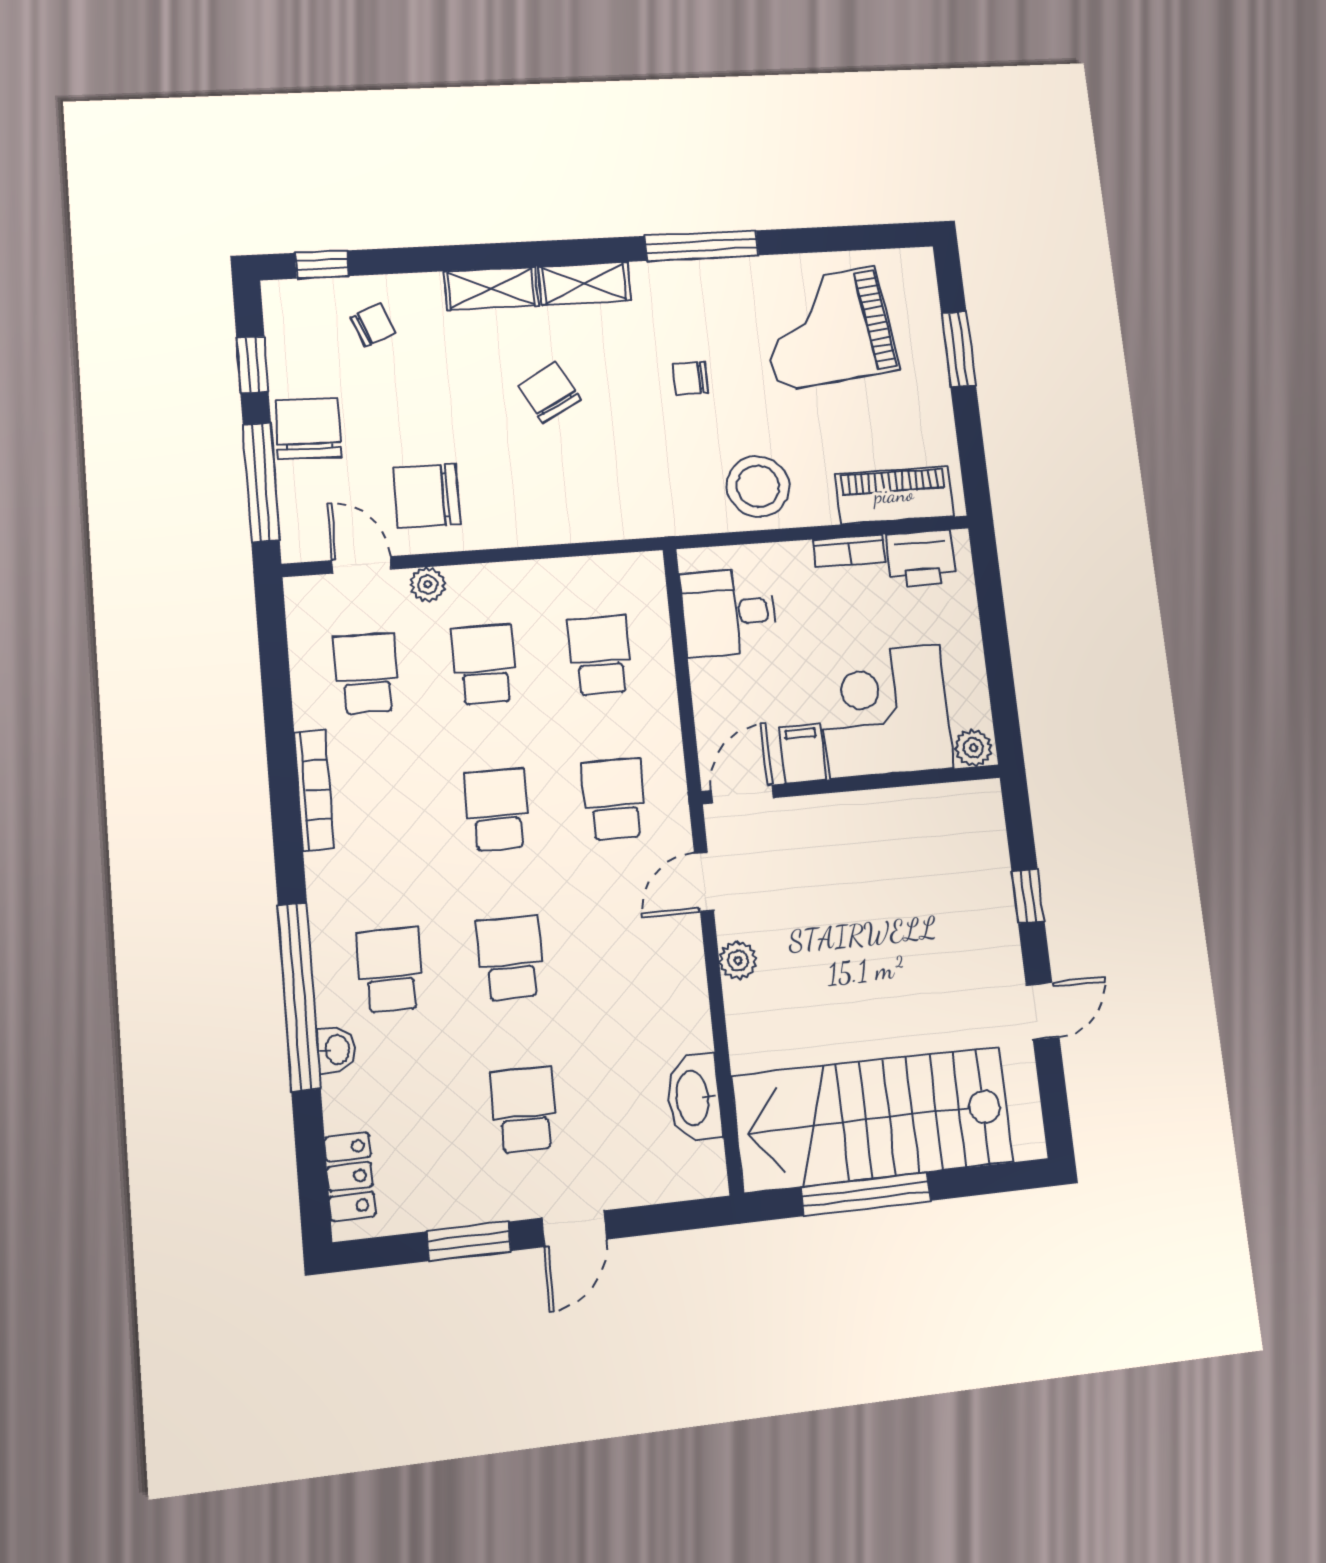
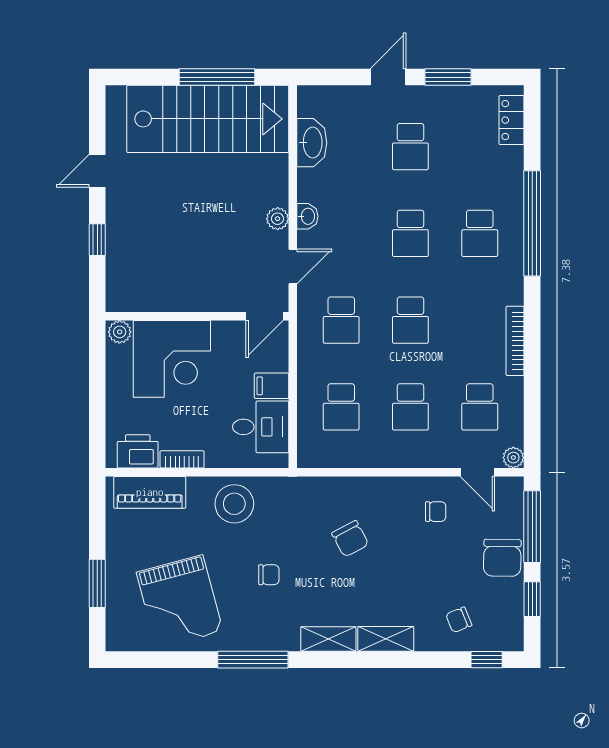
grand piano: (827, 328) -> (180, 602), turned 82
chair: (549, 392) -> (350, 539), moved
chair: (427, 496) -> (436, 512), width x0.54, depth x0.54
plant: (428, 584) -> (513, 458), moved
filing cabinet: (802, 753) -> (272, 386), moved, turned 90
washbasin: (336, 1050) -> (307, 216), moved, turned 180

